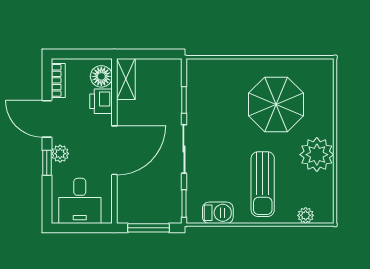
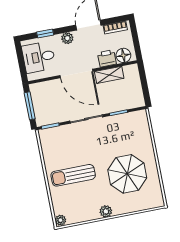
shelving: (126, 79) -> (109, 75), moved
plant: (317, 155) -> (106, 211), width x0.53, depth x0.53
window: (47, 163) -> (45, 33), moved
barbecue: (218, 213) -> (49, 149), removed
plant: (306, 215) -> (60, 220), moved

